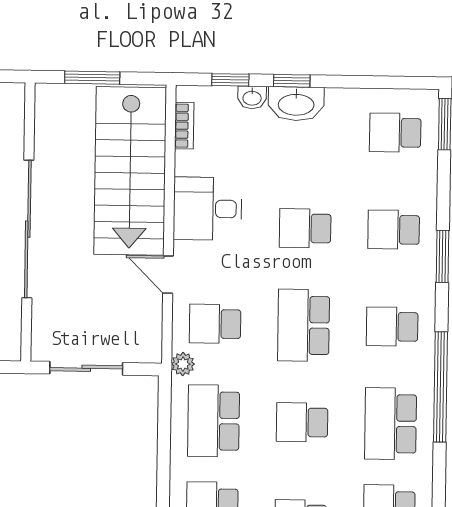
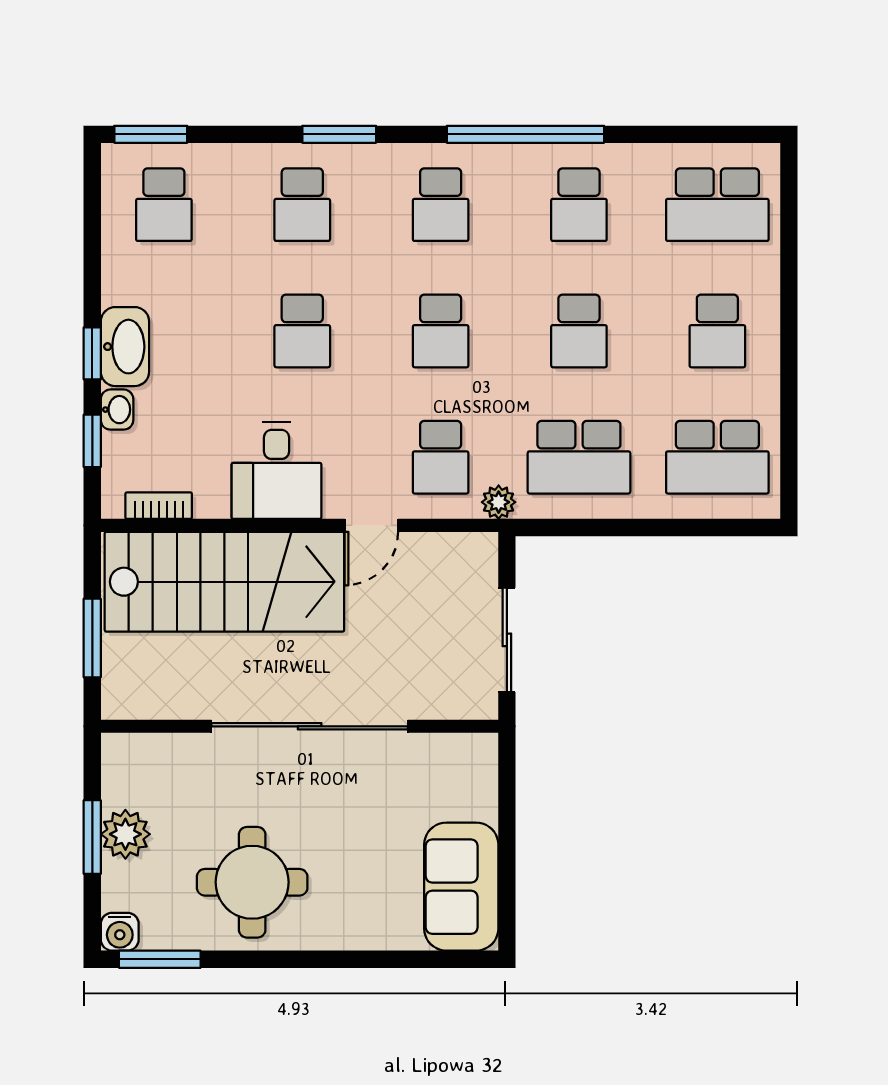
school desk: (304, 325) -> (441, 331), width x0.54
school desk: (391, 424) -> (579, 205), width x0.54

